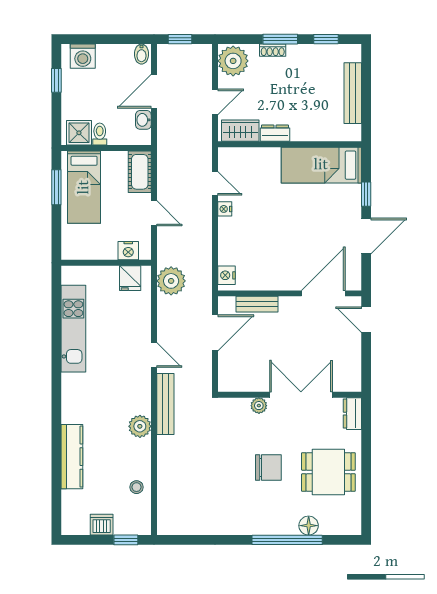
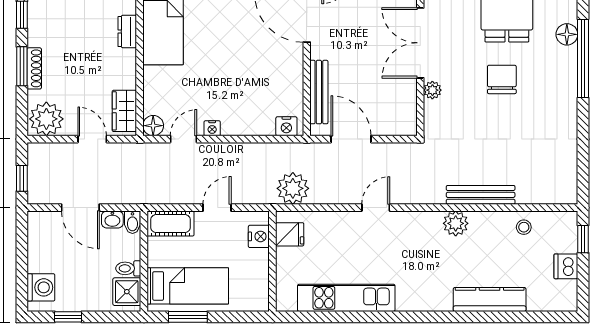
shoe rack: (273, 50) -> (34, 68), width x1.43
bidet: (141, 54) -> (132, 222), moved, turned 90
dresser: (275, 133) -> (127, 32), moved
floor lamp: (227, 156) -> (153, 126), added
bench: (257, 304) -> (319, 92), width x1.36
bench: (165, 404) -> (481, 195), moved

